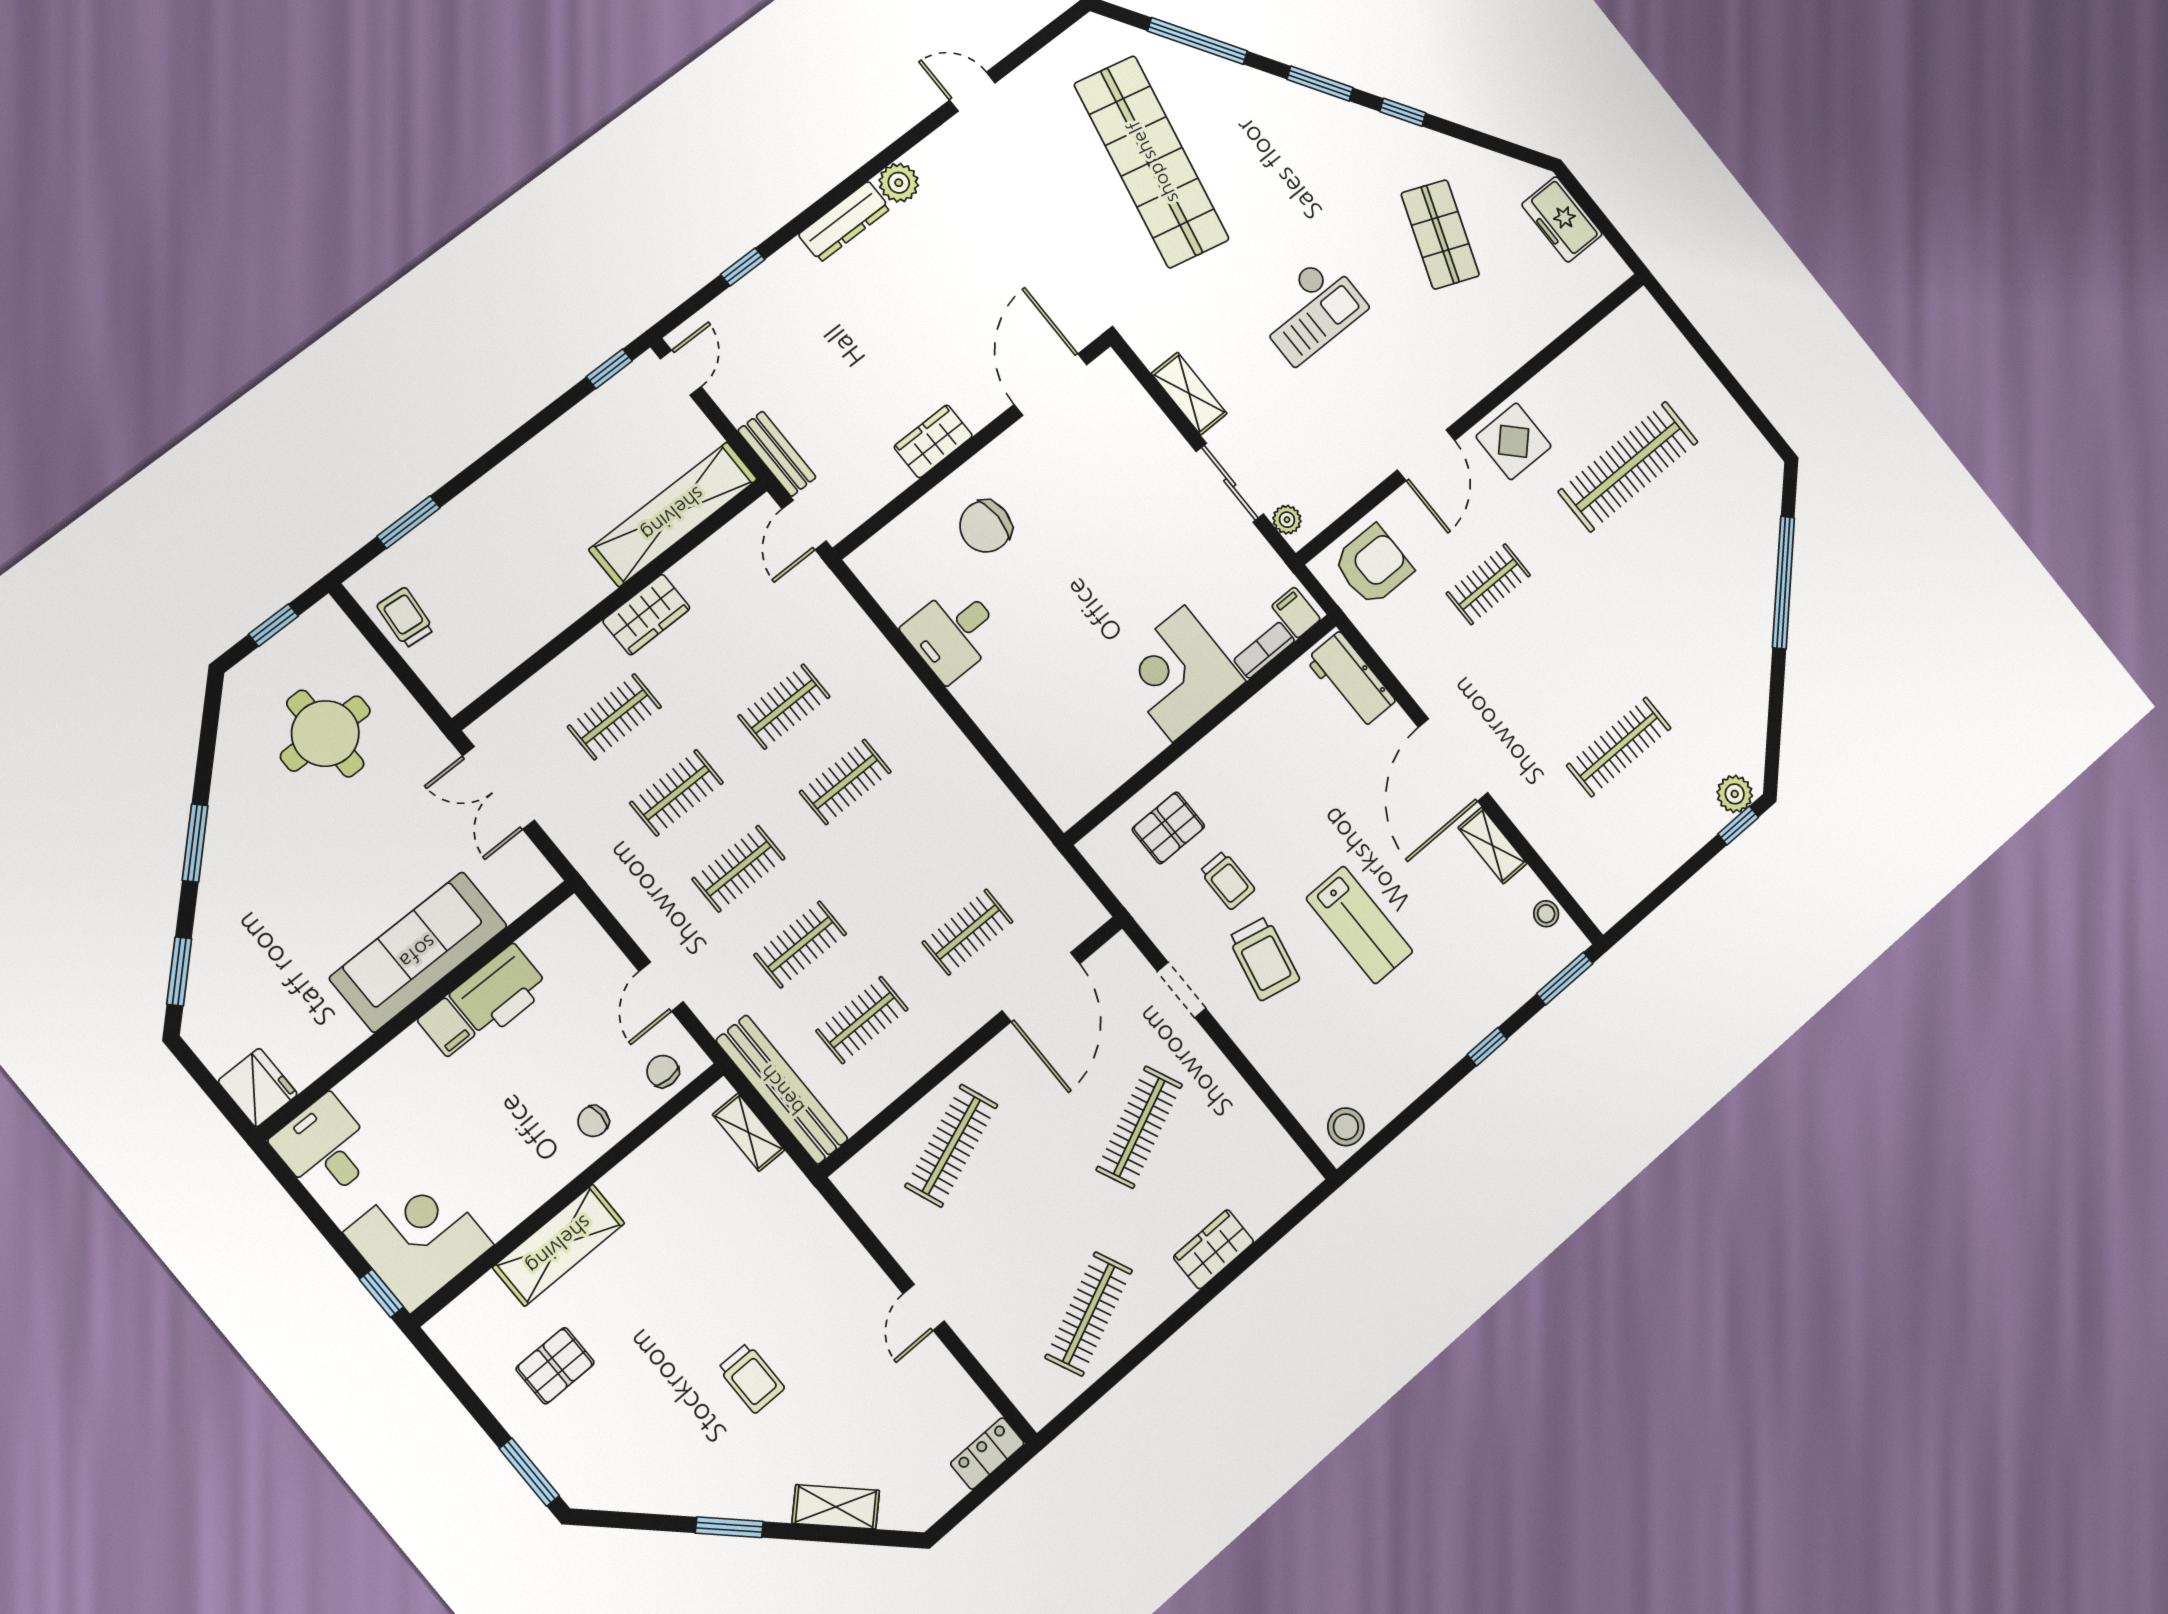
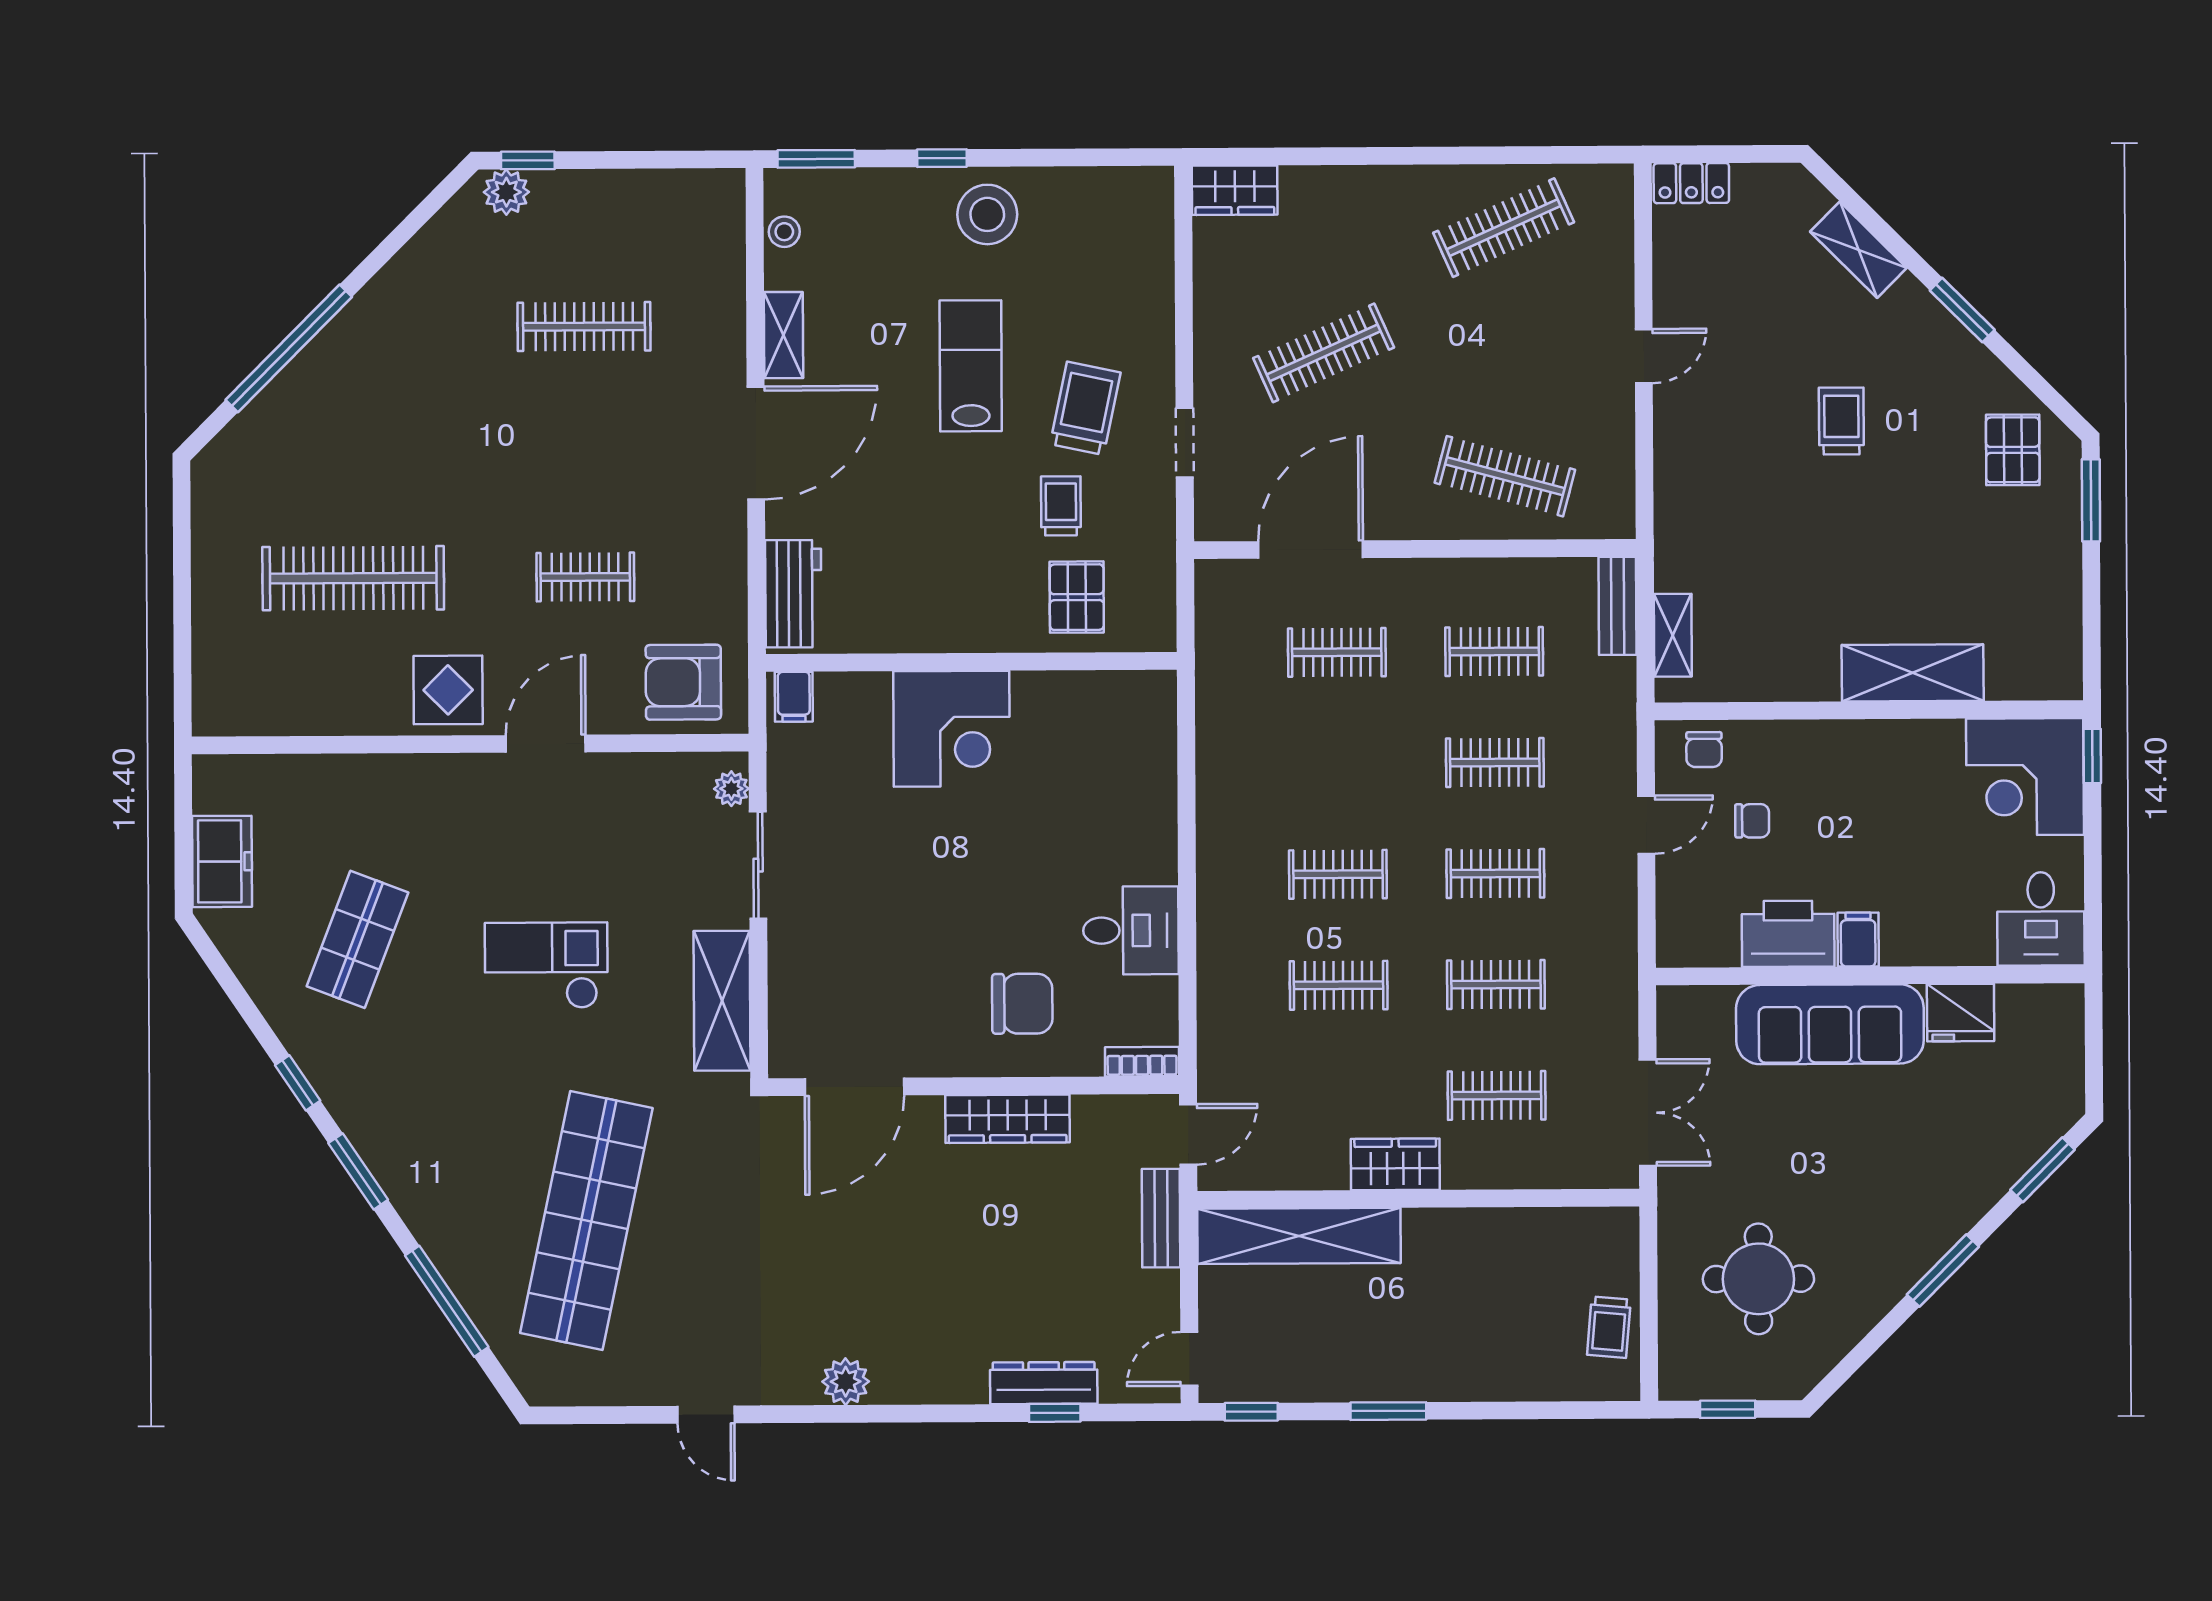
dresser: (844, 222) -> (1044, 1383), moved
shelving: (1189, 394) -> (722, 1001), width x1.50, depth x1.33
wardrobe: (933, 441) -> (1008, 1119), width x1.50
window: (408, 522) -> (1388, 1411), moved
bookcase: (1264, 650) -> (1142, 1062), moved, turned 180
pallet: (1168, 828) -> (1077, 597), turned 90
fridge: (258, 1088) -> (1961, 1013), moved, turned -90
bench: (782, 1090) -> (1618, 606), width x0.54, depth x0.82
chair: (593, 1121) -> (1752, 821), moved
stool: (1346, 1127) -> (987, 214), moved, width x1.38, depth x1.38
clothes rail: (951, 1146) -> (1505, 476), turned 36
wardrobe: (1214, 1249) -> (1235, 190), moved
pallet: (555, 1366) -> (2013, 450), moved, turned 90

